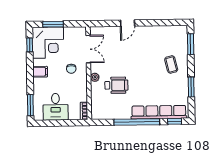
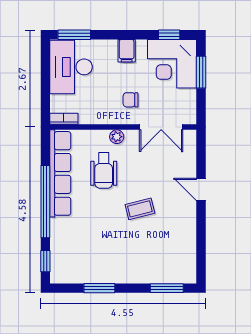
coffee table: (171, 64) -> (140, 209), moved
desk: (56, 107) -> (71, 67), width x1.37
row of seats: (159, 112) -> (60, 173), moved

